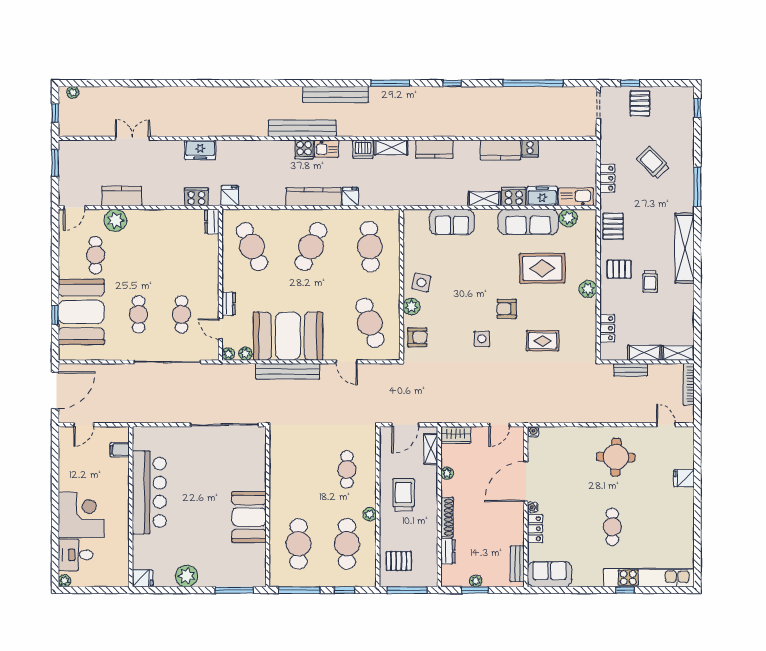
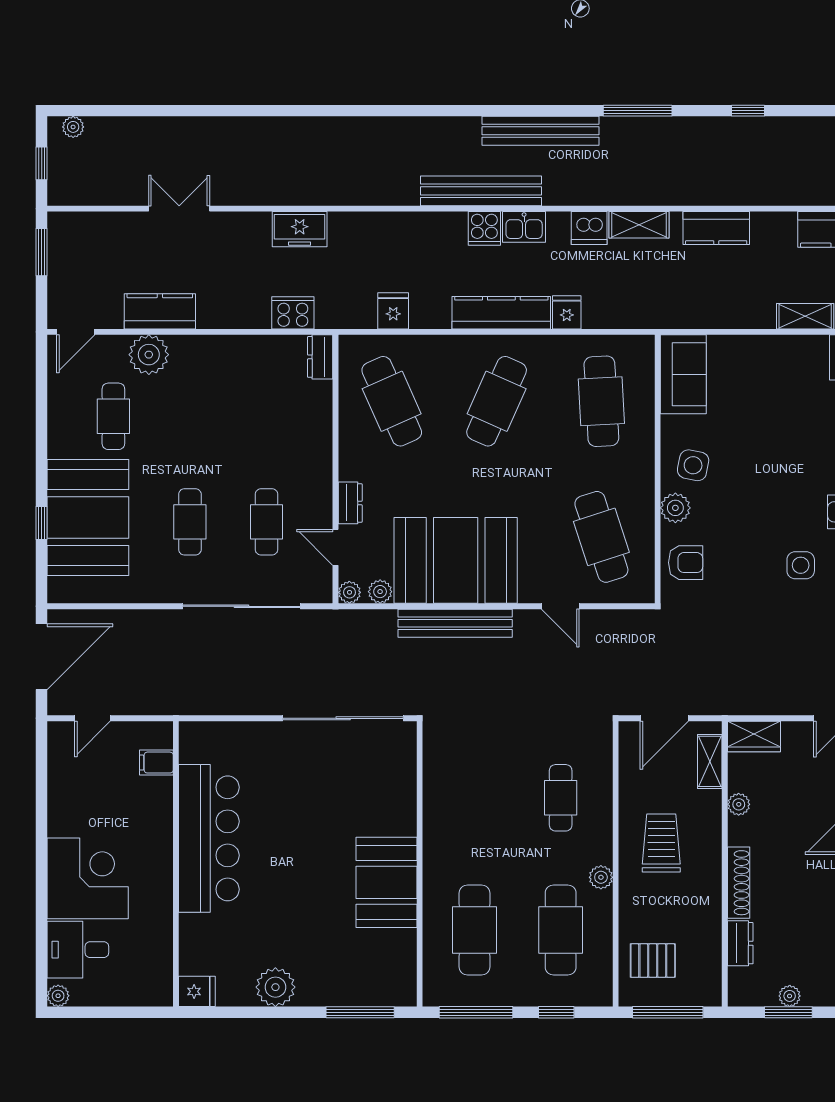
fridge: (230, 196) -> (393, 311), moved
sofa: (452, 222) -> (683, 374), moved, turned -90

